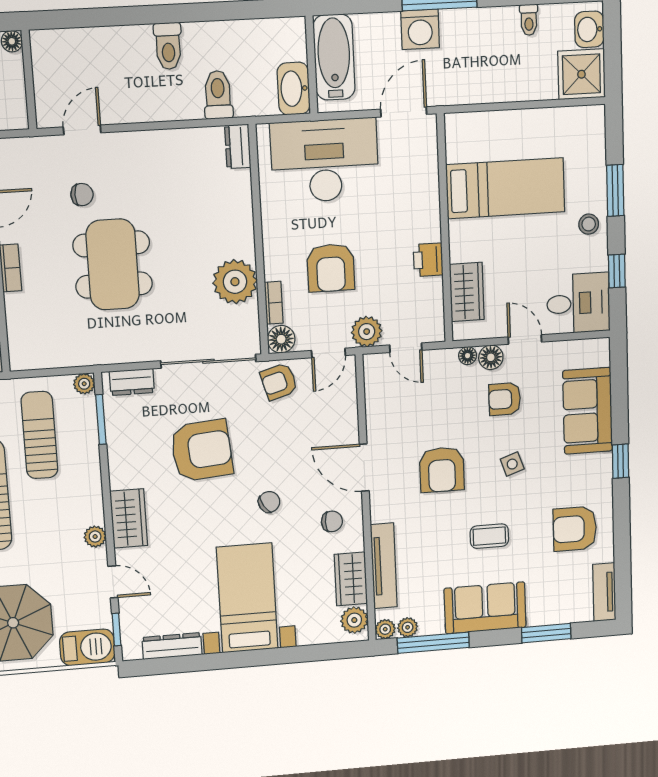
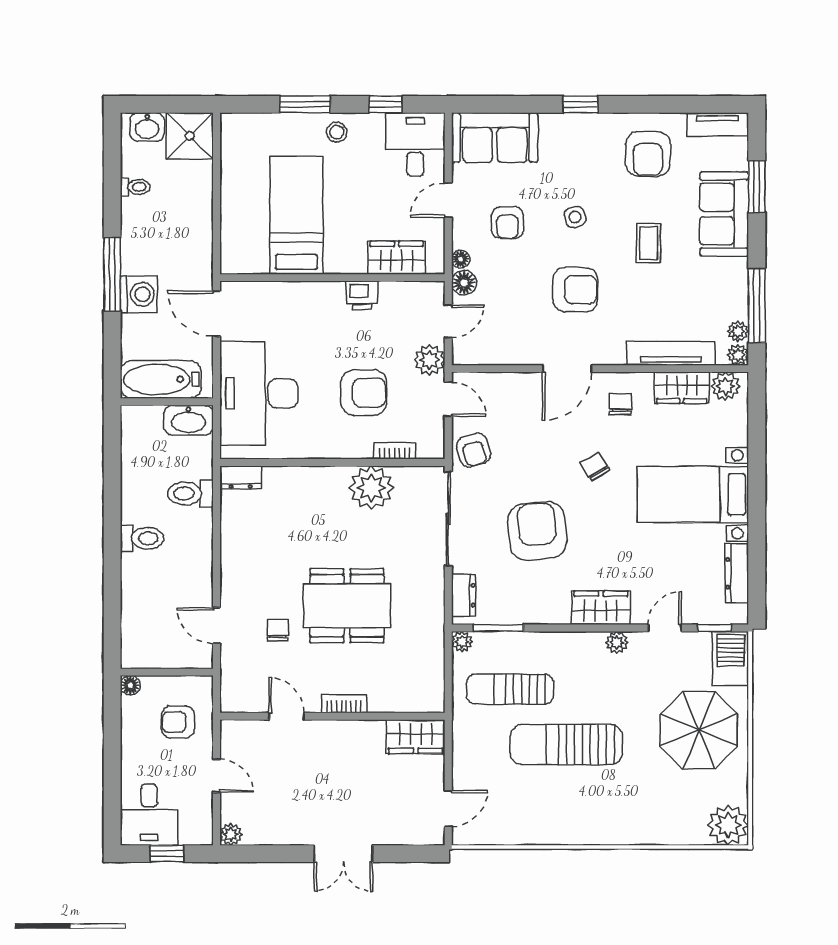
floor lamp: (281, 339) -> (431, 445), removed
floor lamp: (491, 357) -> (464, 283), moved
sofa: (588, 411) -> (495, 138), moved
sofa: (485, 608) -> (724, 214), moved

